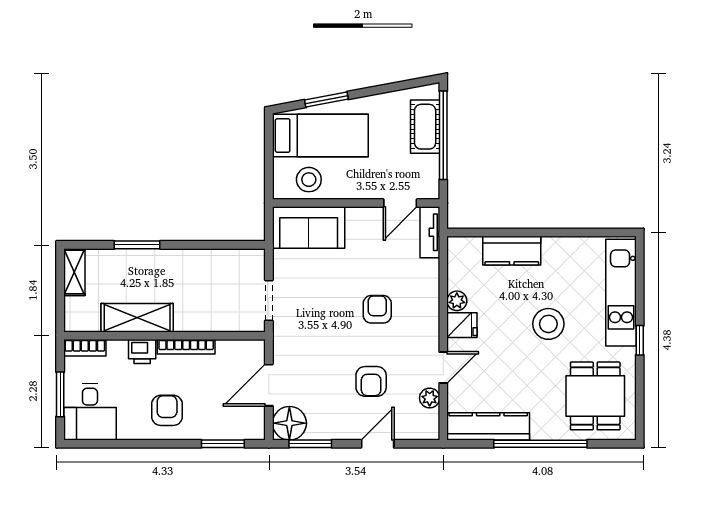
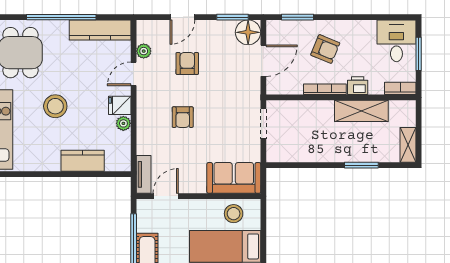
armchair: (167, 410) -> (325, 49), moved, turned -68

